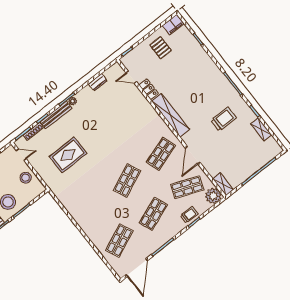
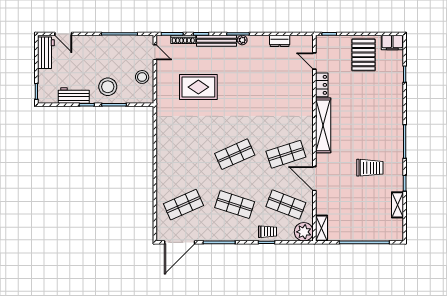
pallet: (161, 48) -> (364, 55), width x1.50, depth x1.42
door: (193, 155) -> (314, 179), hinge flipped
shop shelf: (153, 214) -> (235, 205), turned 39

